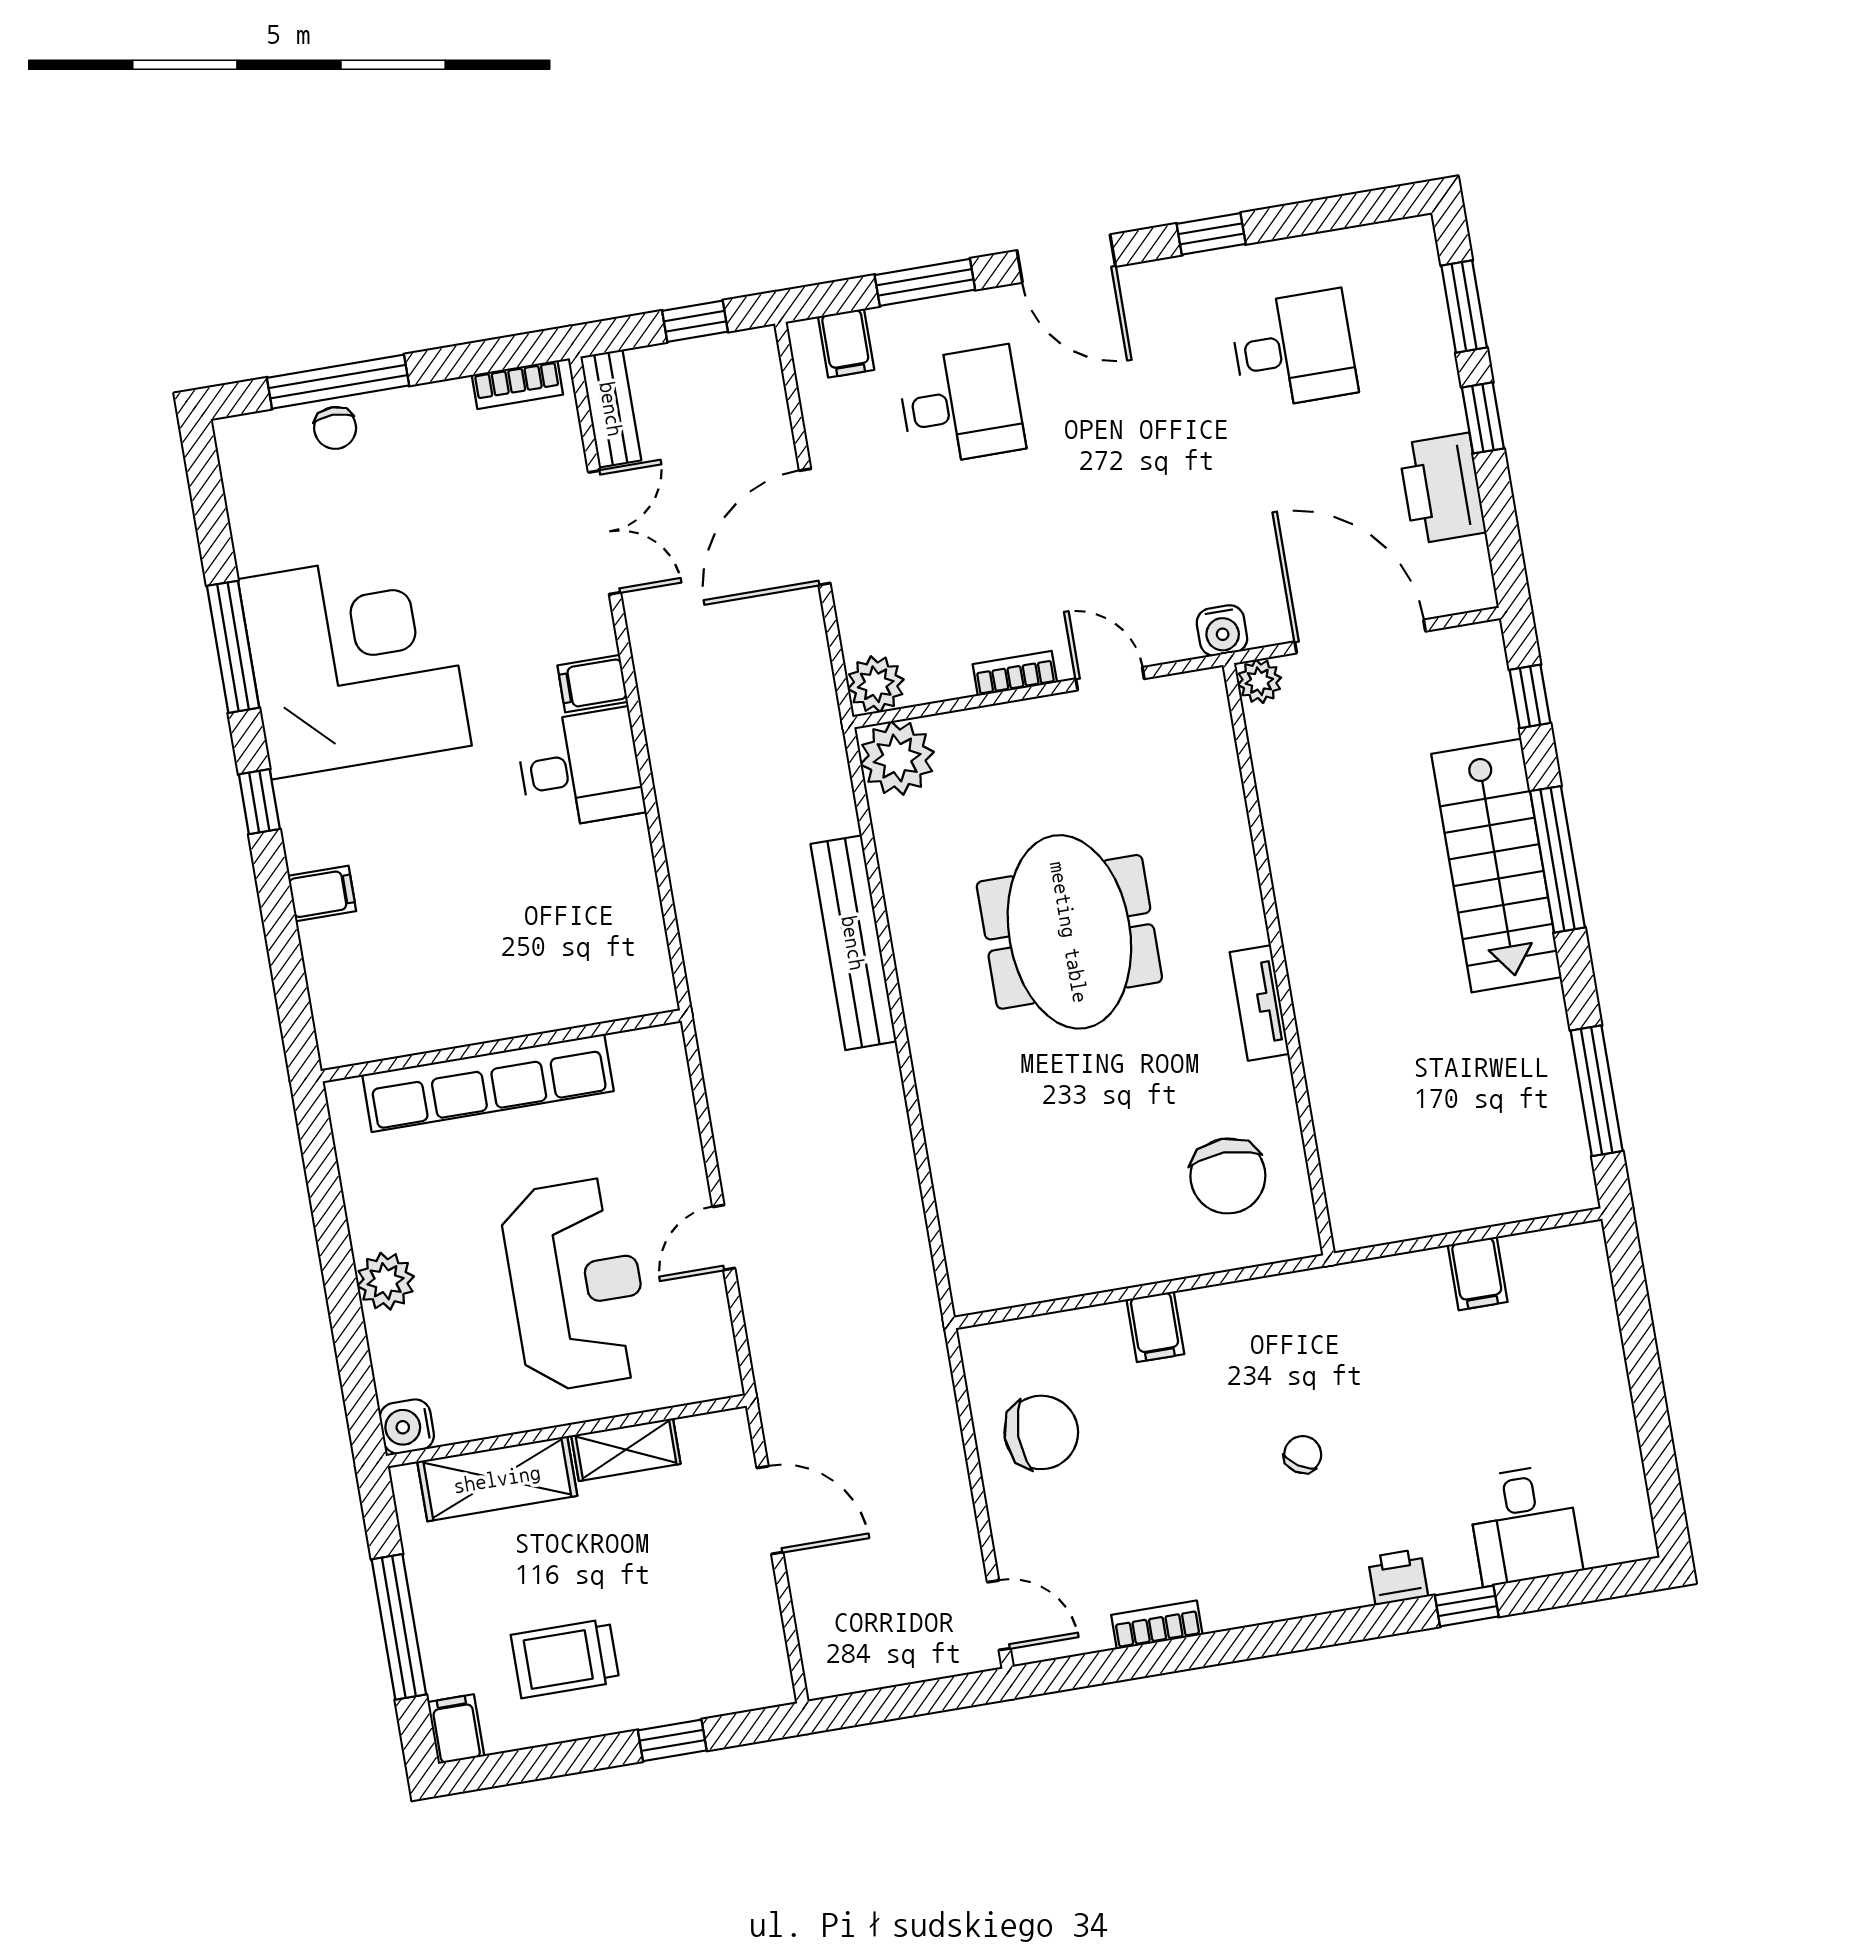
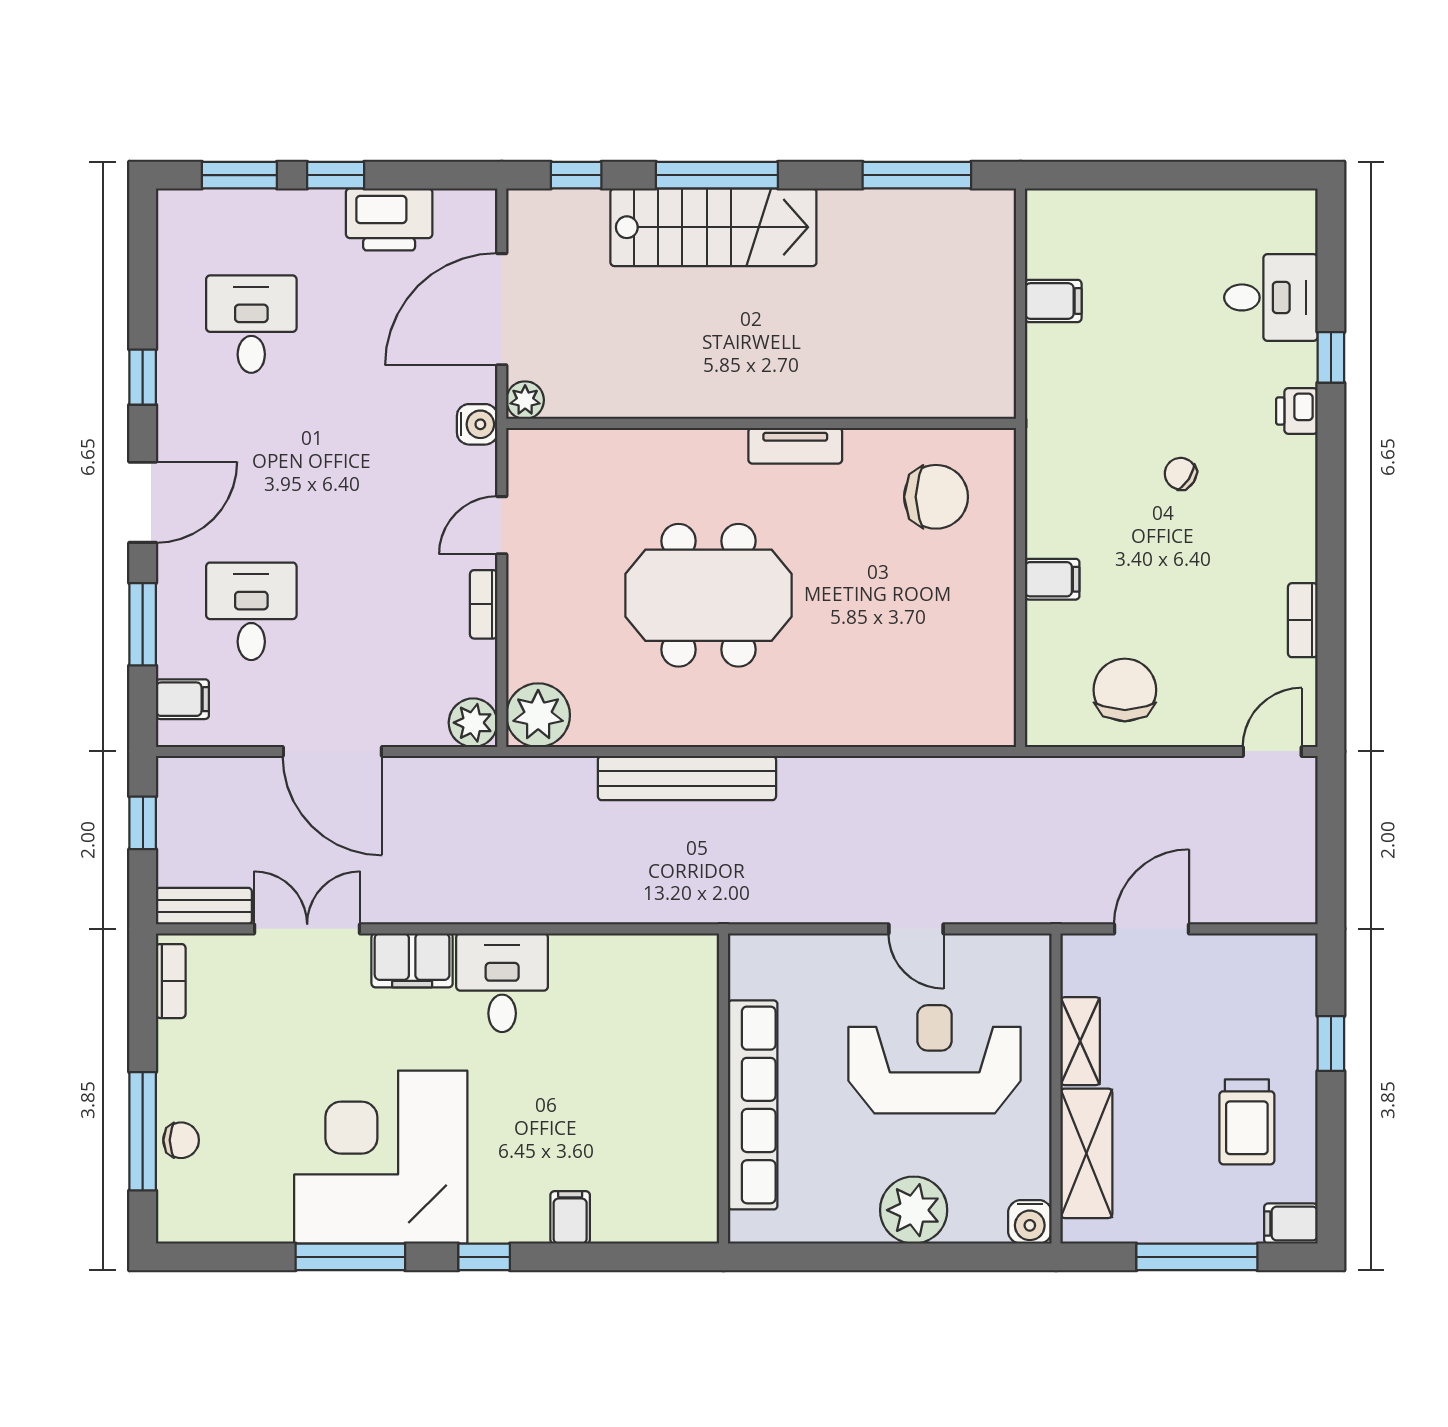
filing cabinet: (593, 684) -> (412, 960), width x2.00
plant: (386, 1281) -> (914, 1210), width x1.36, depth x1.36

